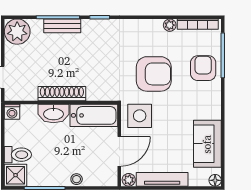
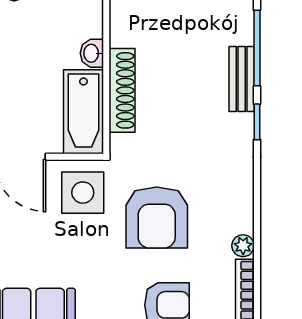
bench: (62, 26) -> (242, 79), moved
shoe rack: (62, 94) -> (122, 90), moved
washbasin: (53, 114) -> (92, 53), width x0.52, depth x0.69

